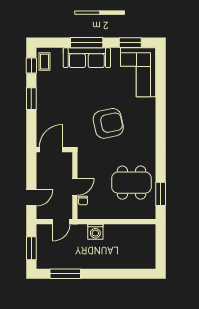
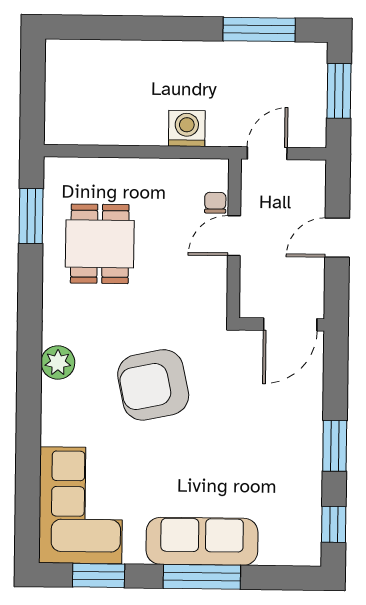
coffee table: (45, 62) -> (302, 533), removed
plant: (149, 132) -> (58, 363), added
dining table: (131, 183) -> (100, 244), width x0.73
door: (31, 198) -> (337, 238), moved

